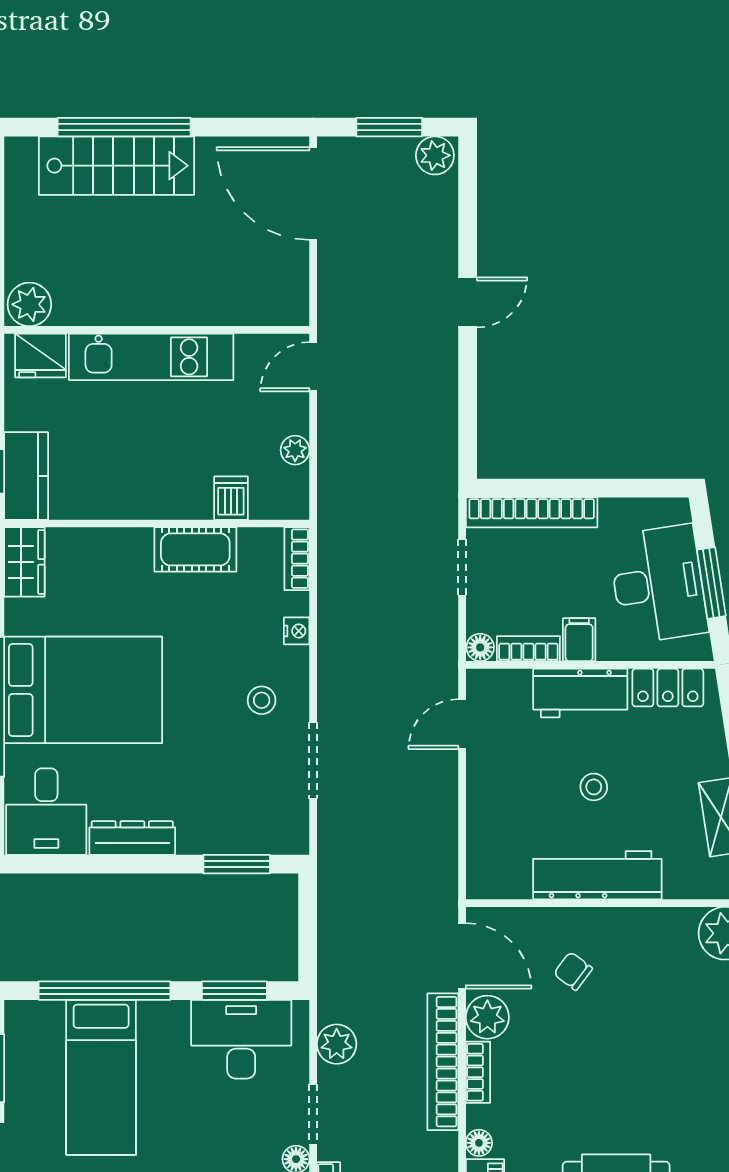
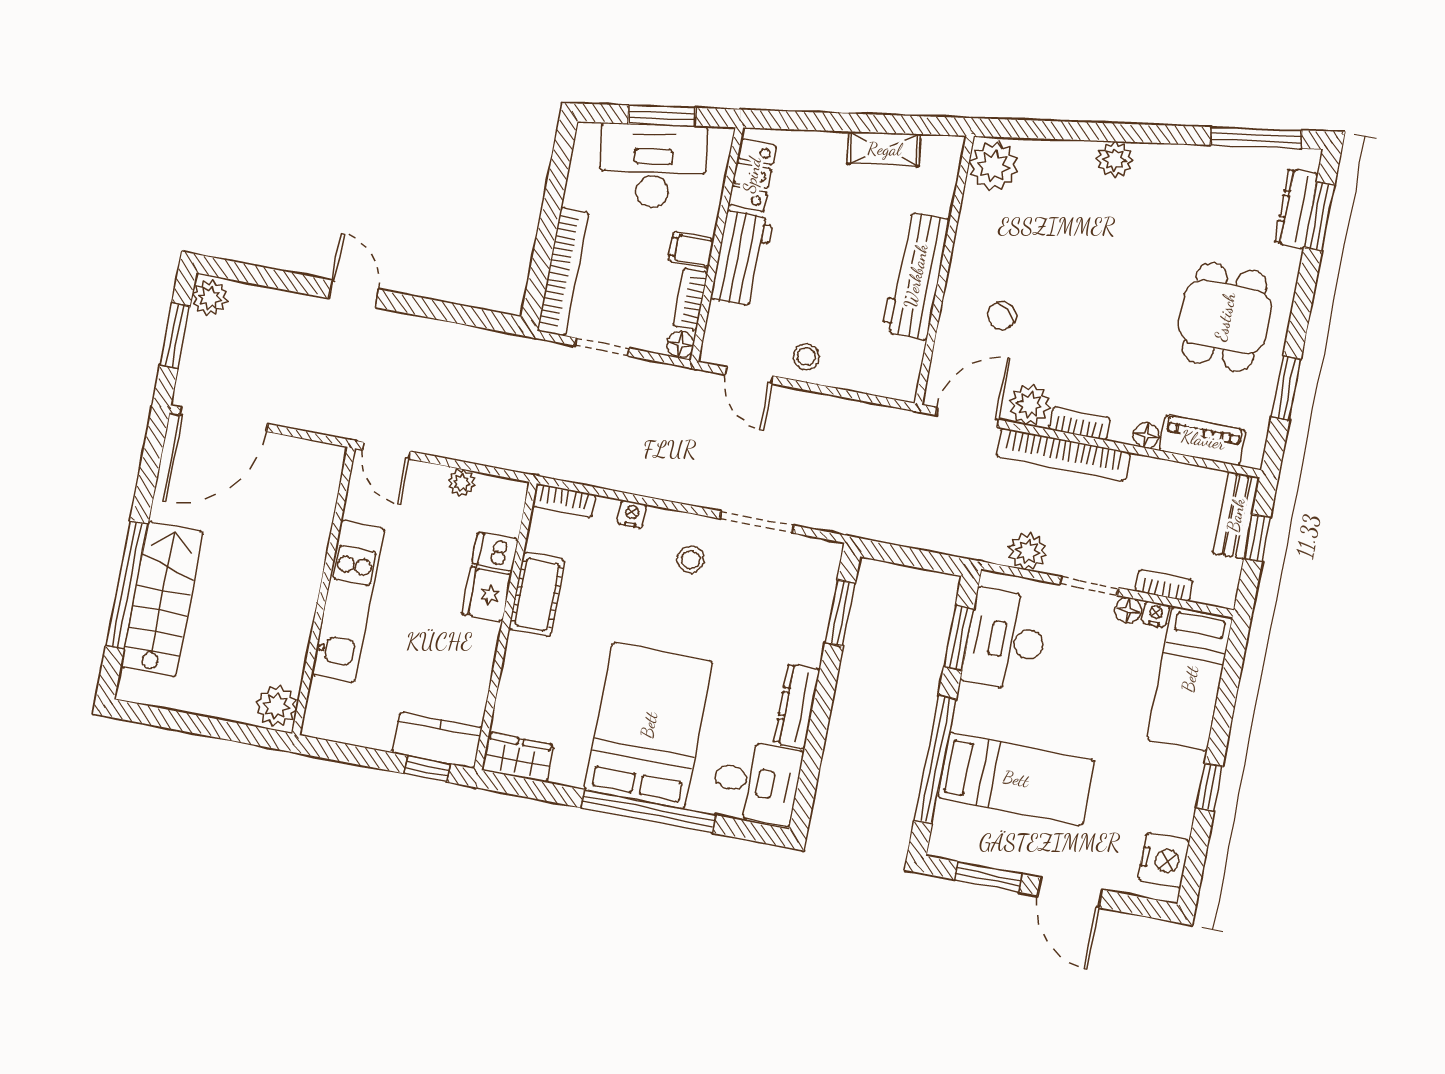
fridge: (41, 356) -> (487, 594), moved, turned 180
stool: (594, 787) -> (806, 357), moved

